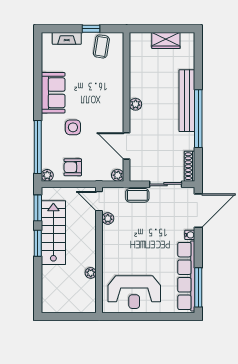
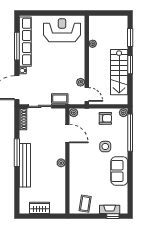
window: (91, 29) -> (113, 216), moved
window: (198, 119) -> (17, 153), width x0.68
window: (38, 208) -> (130, 37), moved
window: (198, 287) -> (17, 46), moved

